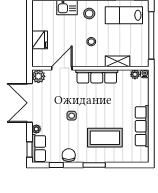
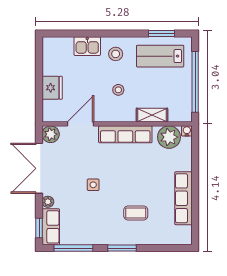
plant: (135, 74) -> (169, 137), width x1.88, depth x1.88
coffee table: (105, 138) -> (136, 213), width x0.54, depth x0.58
chair: (69, 155) -> (89, 235), removed
window: (56, 165) -> (73, 248), width x2.17

